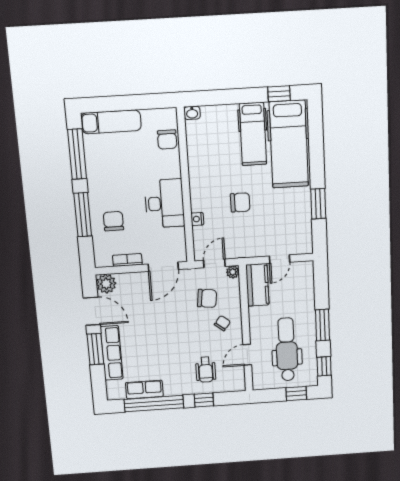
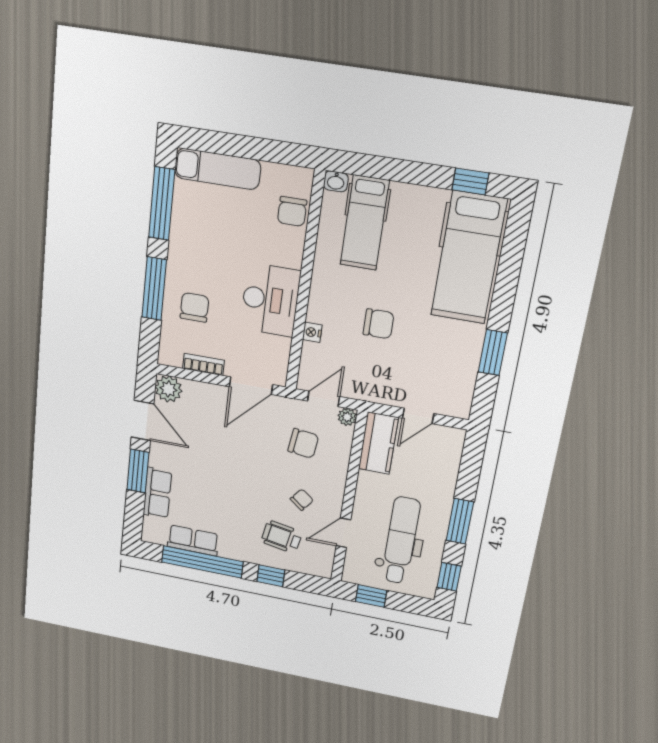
hospital bed: (253, 134) -> (365, 223), moved
chair: (222, 323) -> (302, 500), moved
row of seats: (112, 353) -> (157, 493), width x0.68
wheelchair: (206, 370) -> (282, 537), turned 100
window: (296, 394) -> (371, 596), moved

